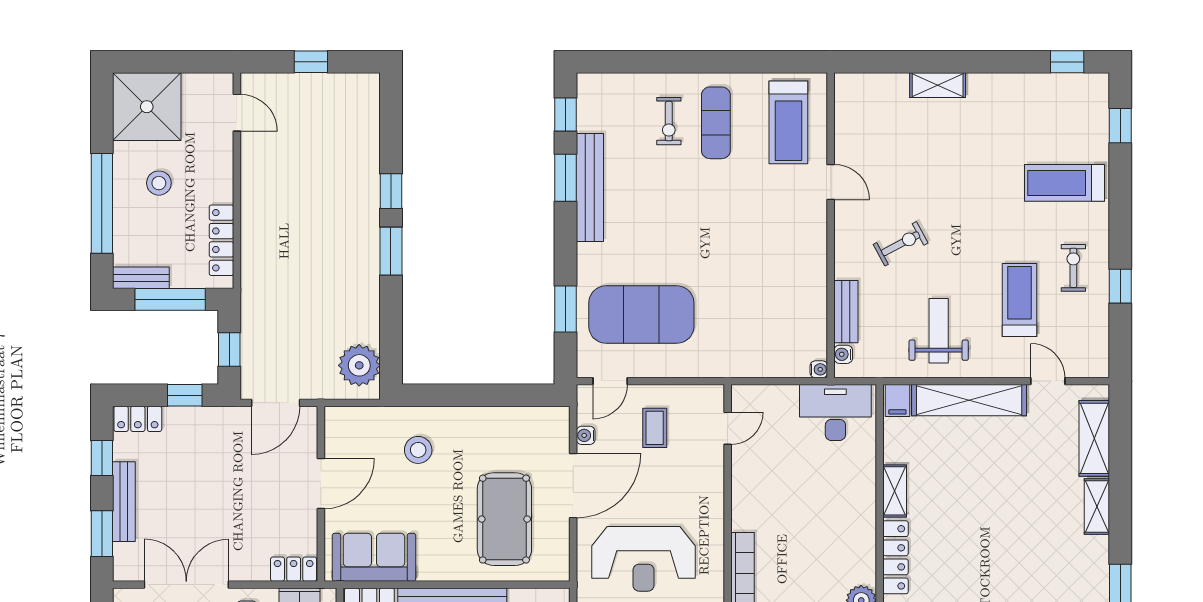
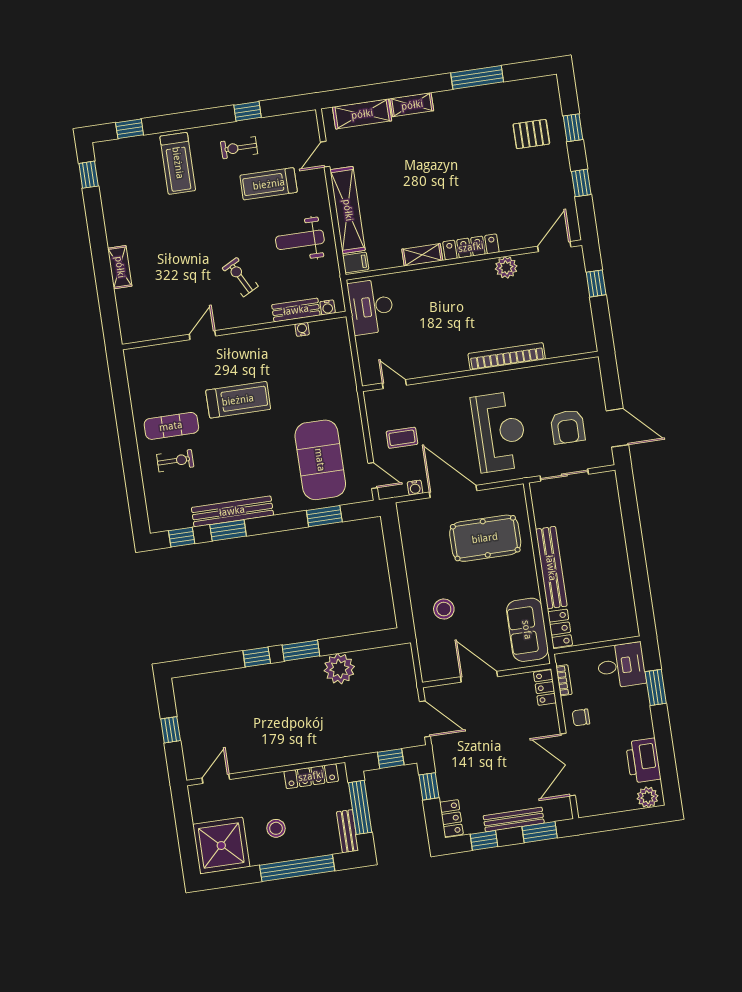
treadmill: (788, 122) -> (238, 400), moved
plant: (359, 365) -> (339, 669), moved
water cooler: (819, 369) -> (302, 329), moved

